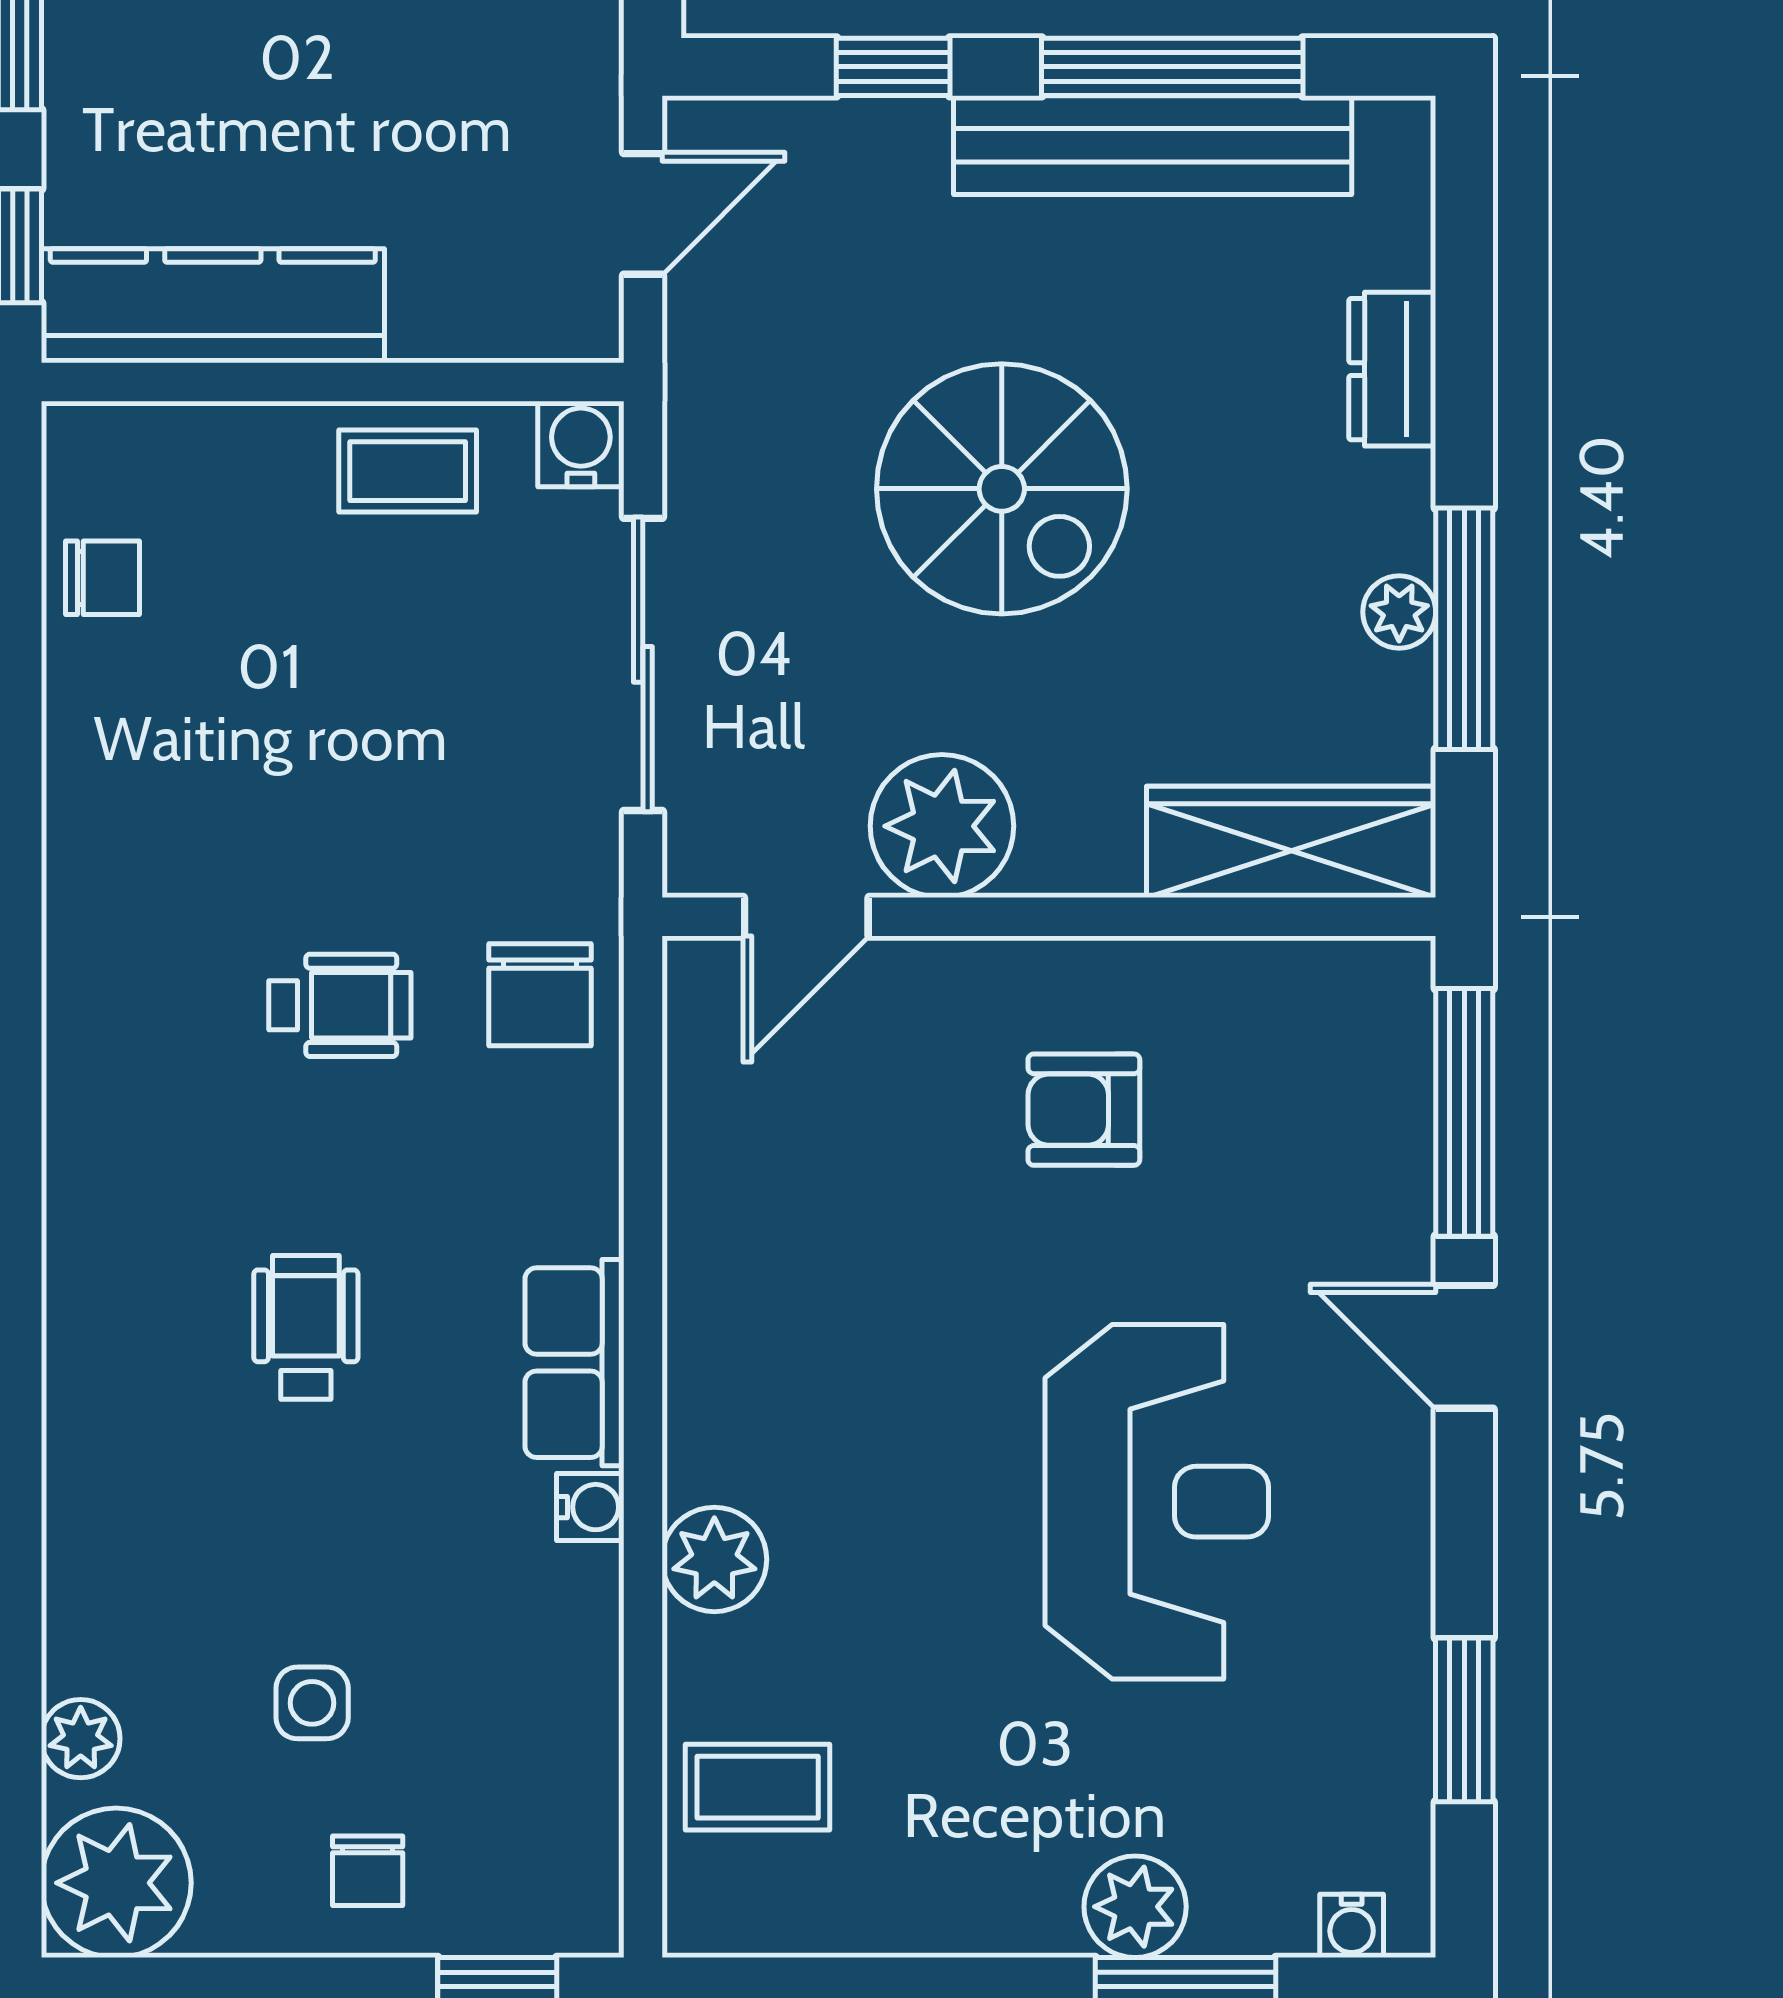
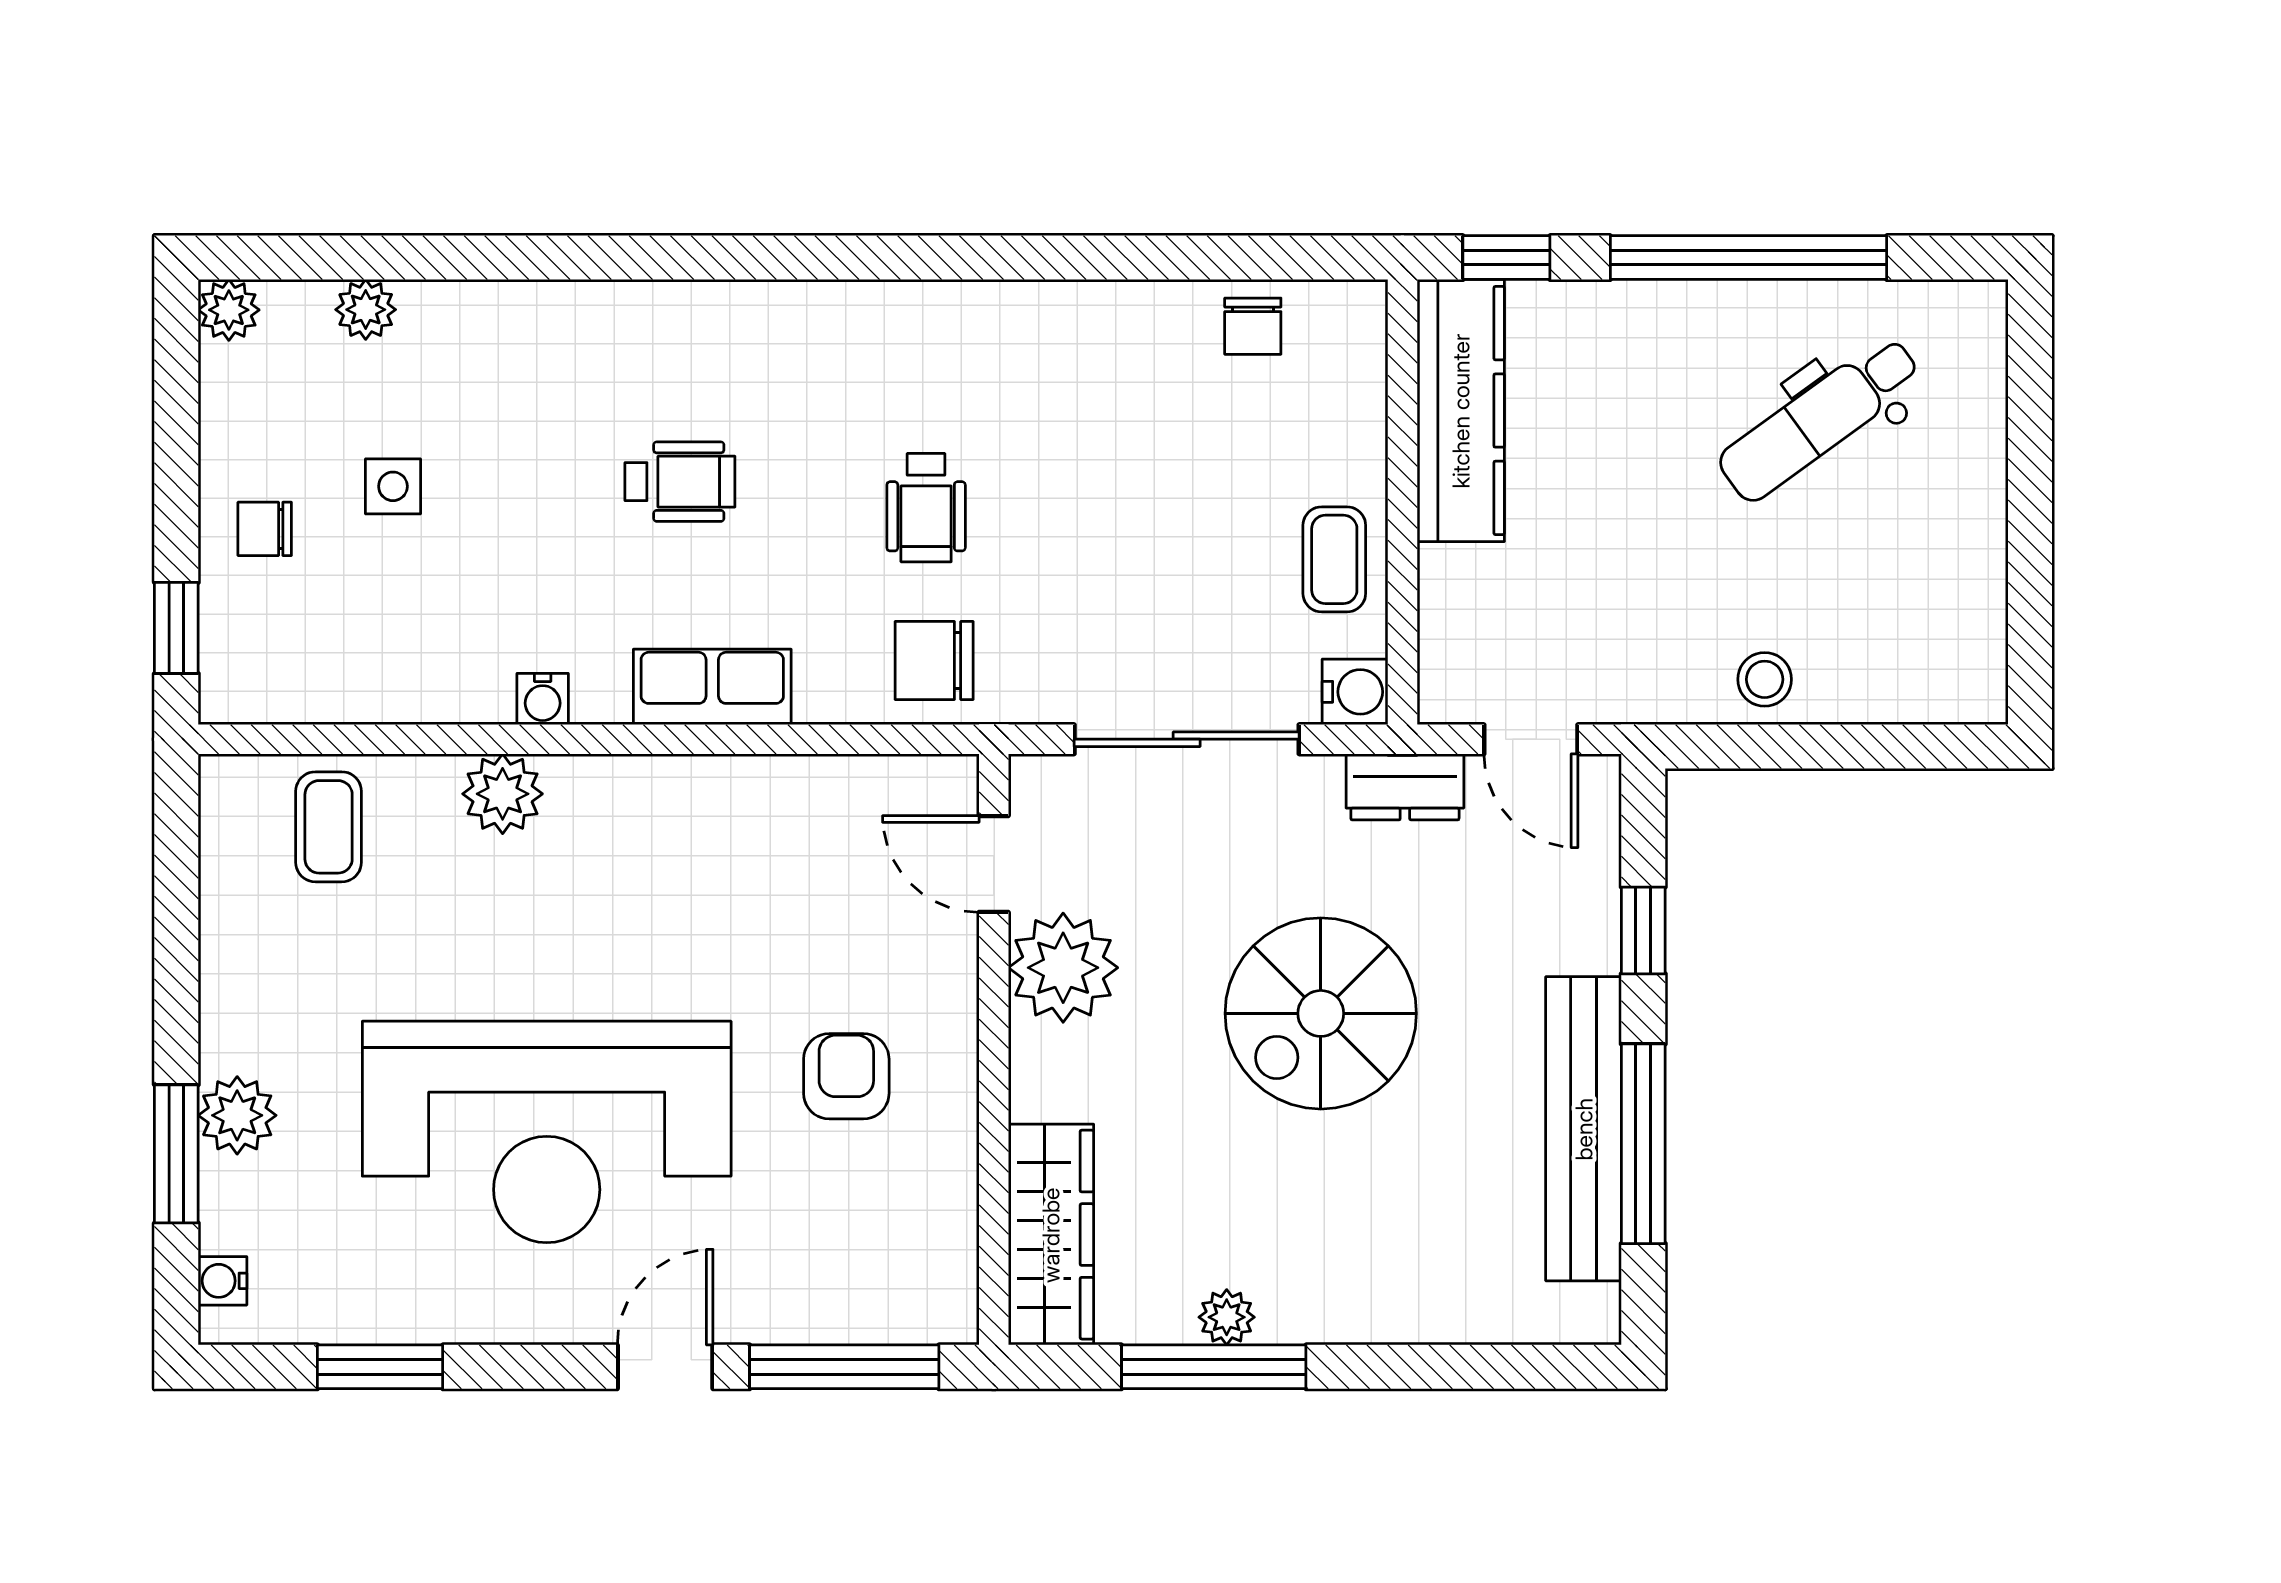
dresser: (1392, 369) -> (1405, 787), moved, turned 180
row of seats: (574, 1363) -> (712, 687), moved
reception desk: (1157, 1502) -> (547, 1132), width x1.36, depth x1.30
plant: (116, 1883) -> (229, 310), width x0.53, depth x0.53

